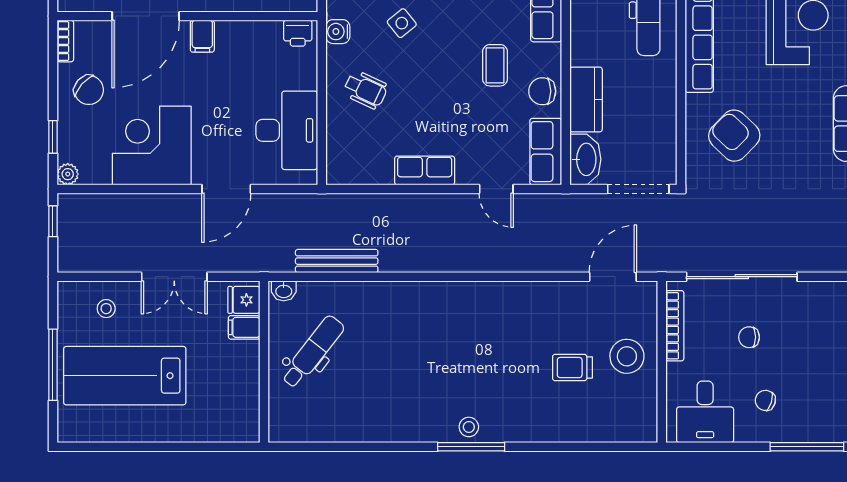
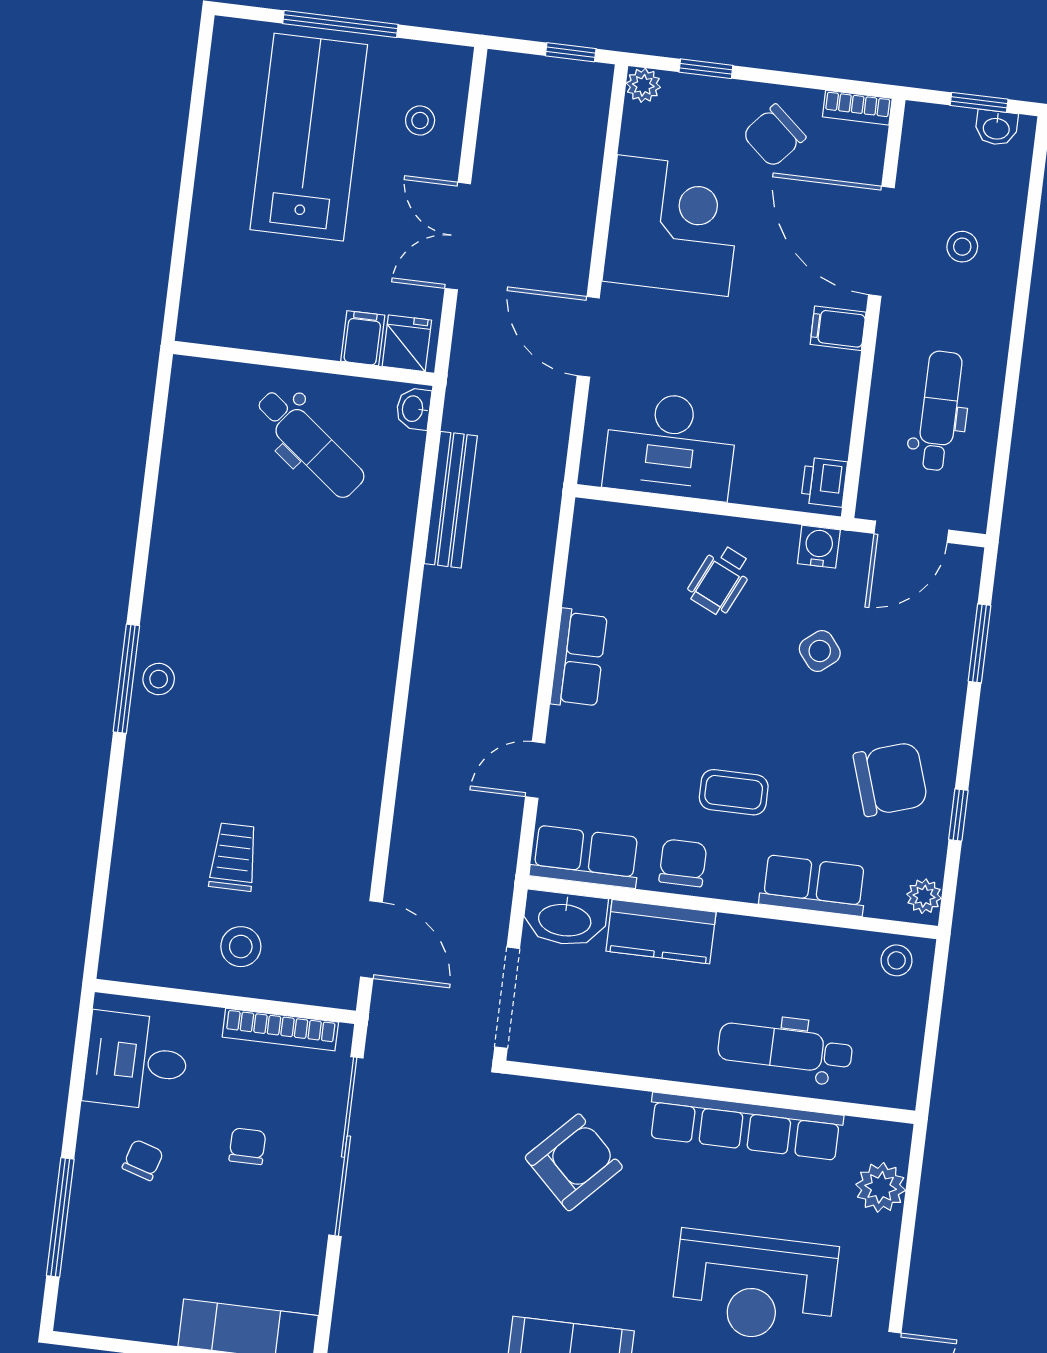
stool: (627, 356) -> (241, 947), width x0.73, depth x0.73

